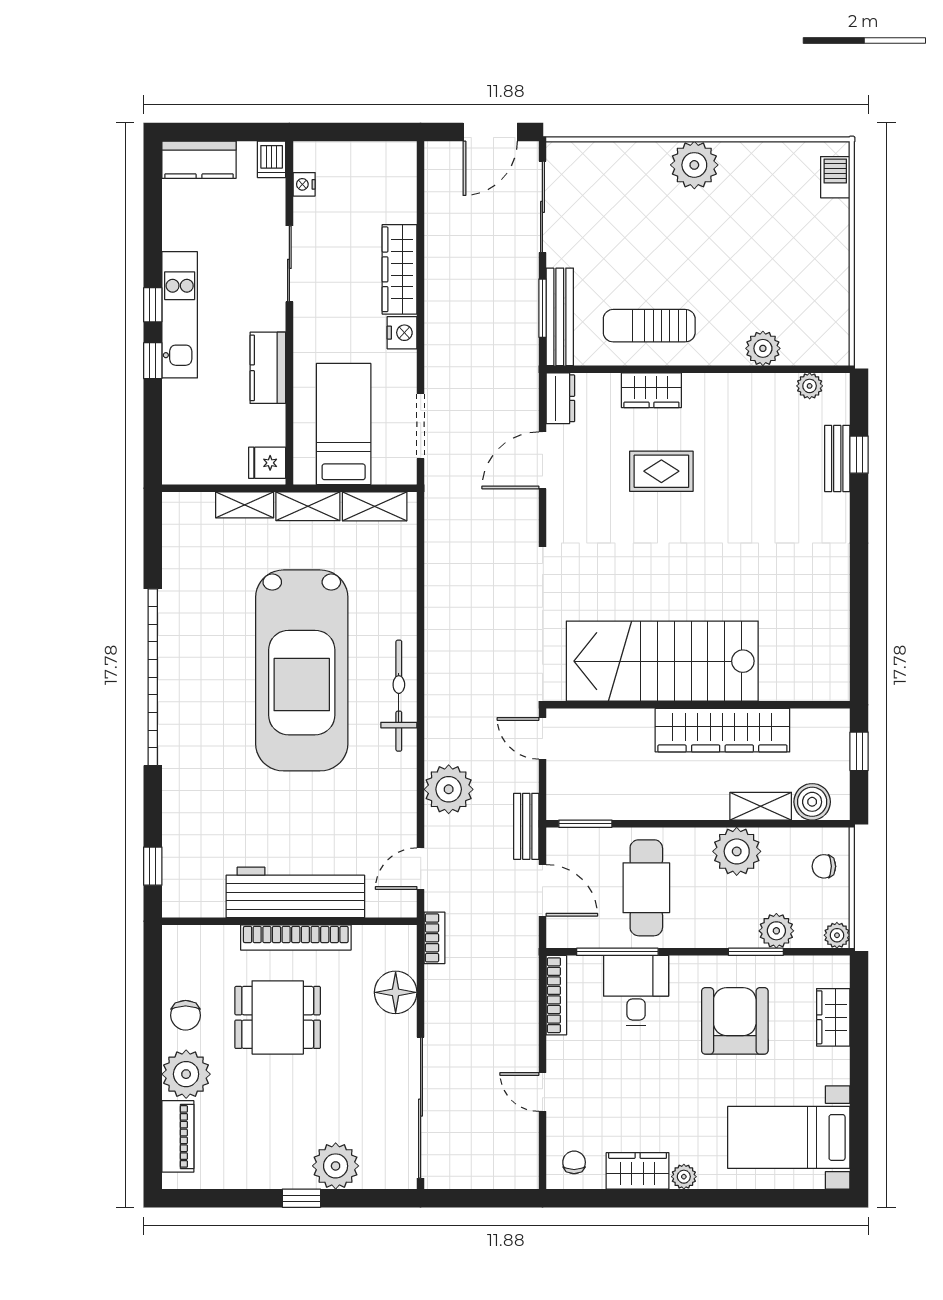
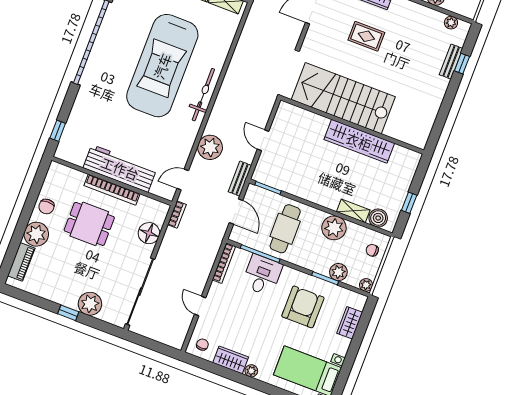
stairs: (662, 661) -> (343, 98), moved
wall: (698, 705) -> (352, 125), moved
wardrobe: (722, 730) -> (359, 141), moved

